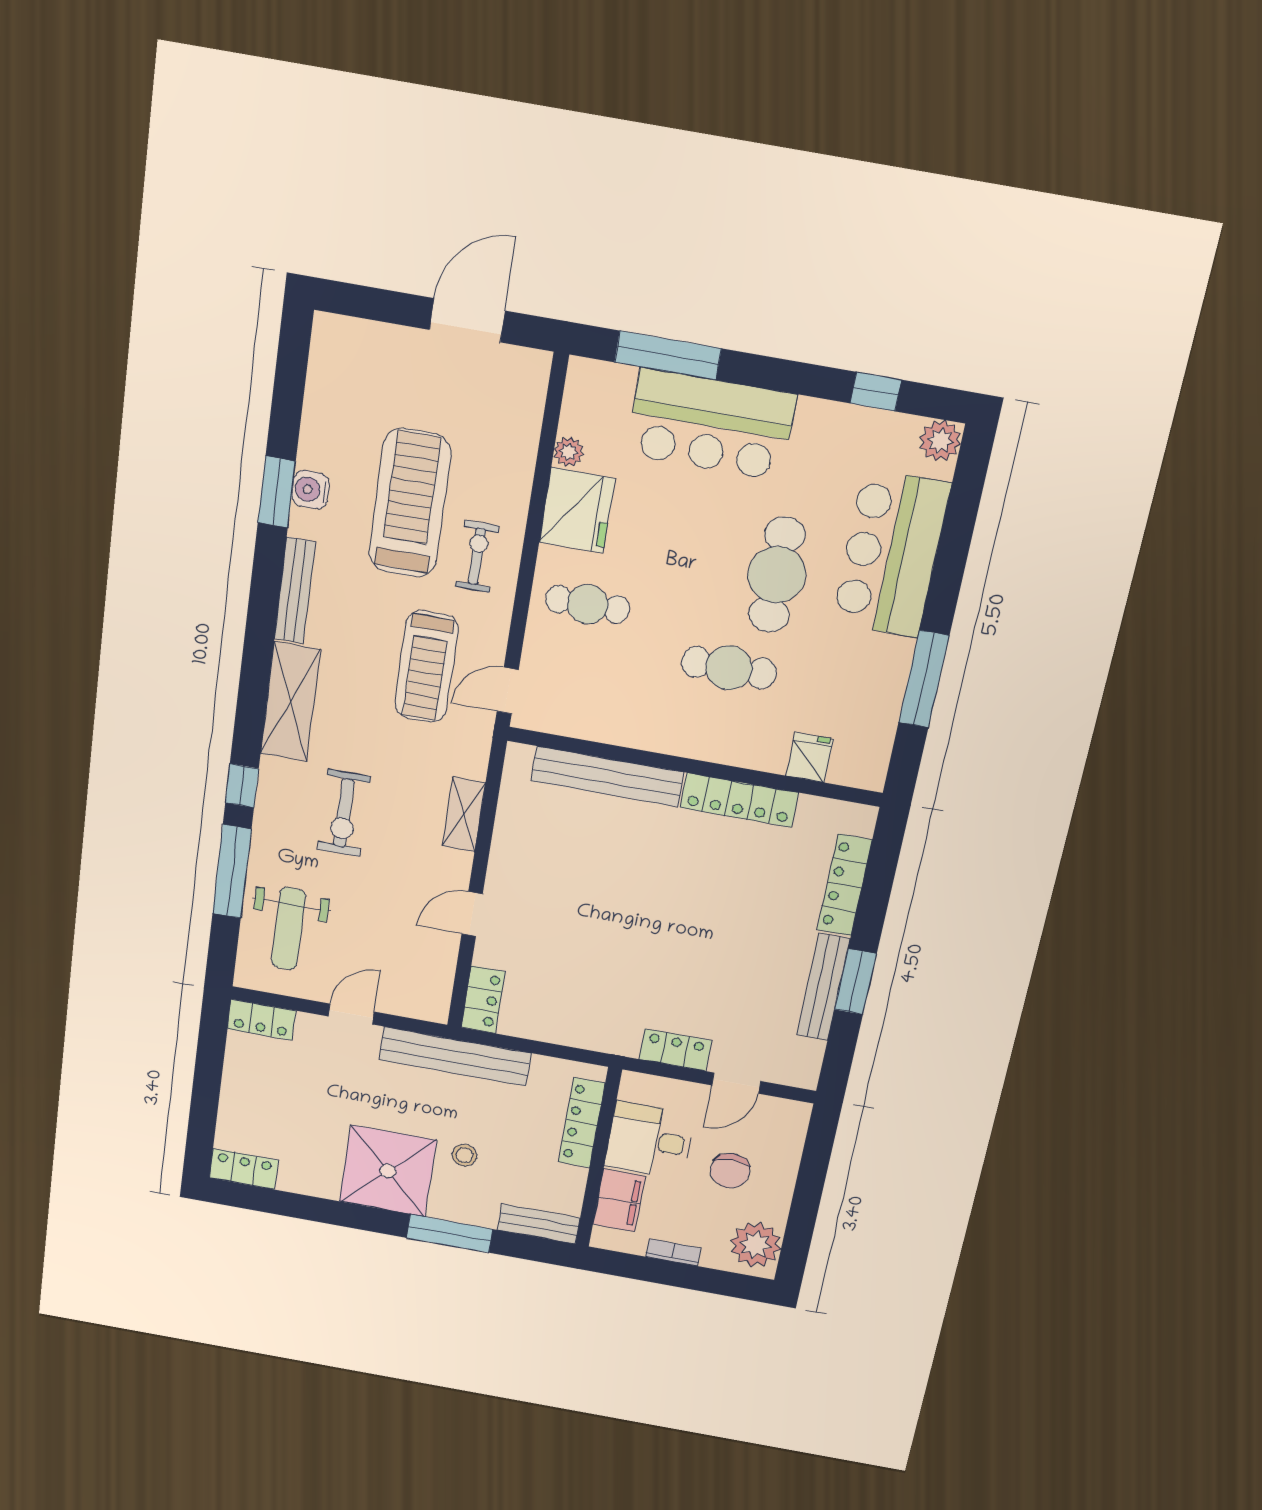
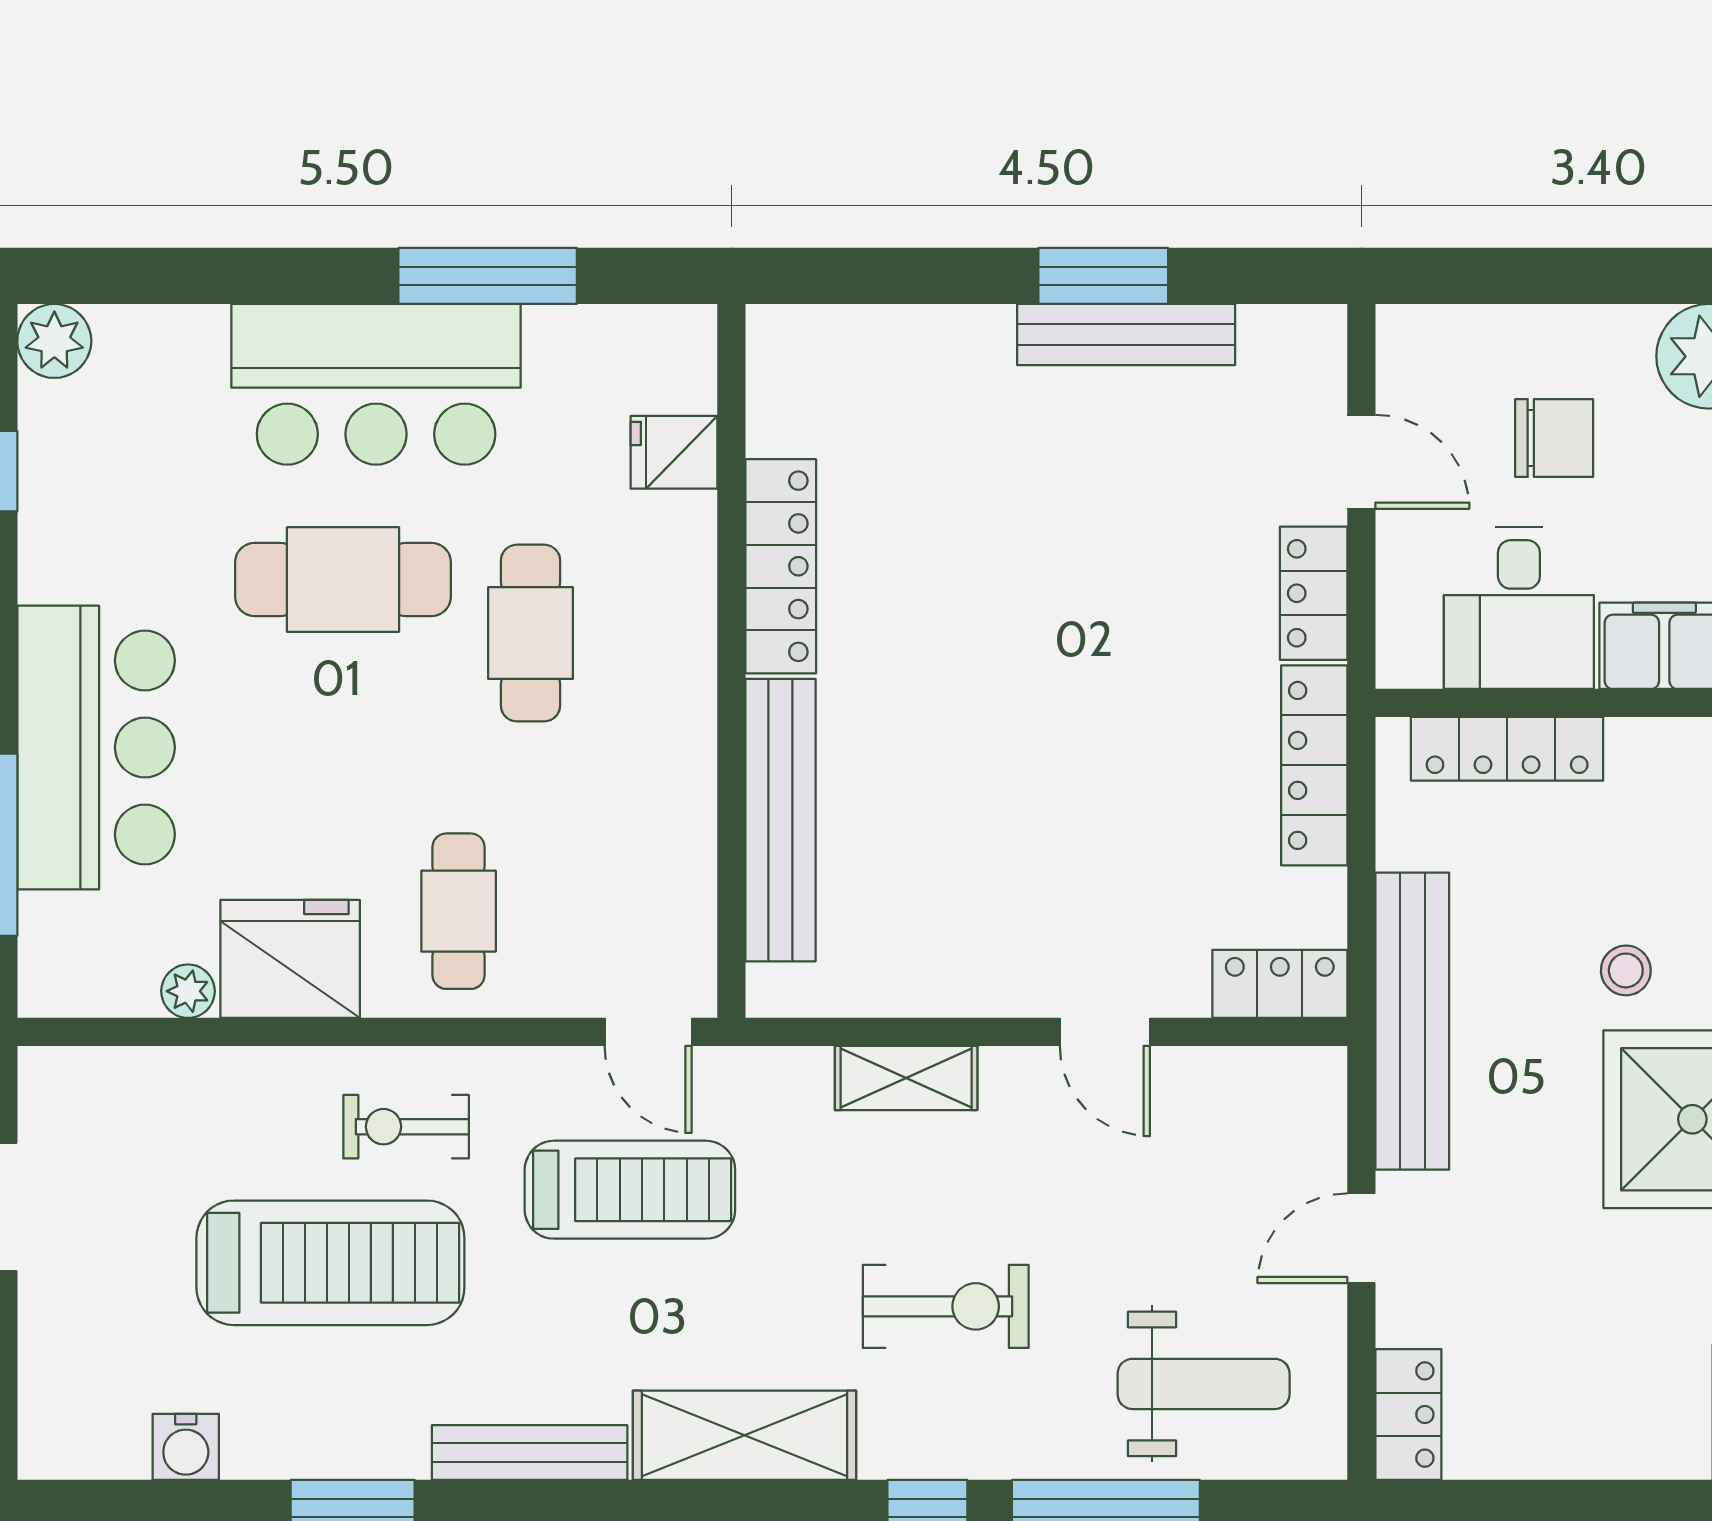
water cooler: (310, 490) -> (186, 1447), moved
treadmill: (410, 503) -> (330, 1263), turned 180
bar counter: (891, 554) -> (376, 384), moved
locker: (845, 885) -> (1314, 765), moved, turned 90
door: (351, 1014) -> (1361, 1238), hinge flipped

